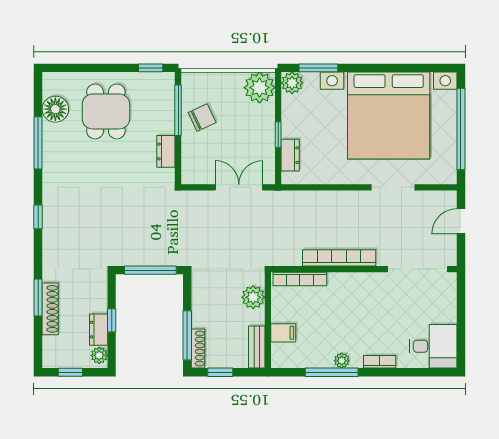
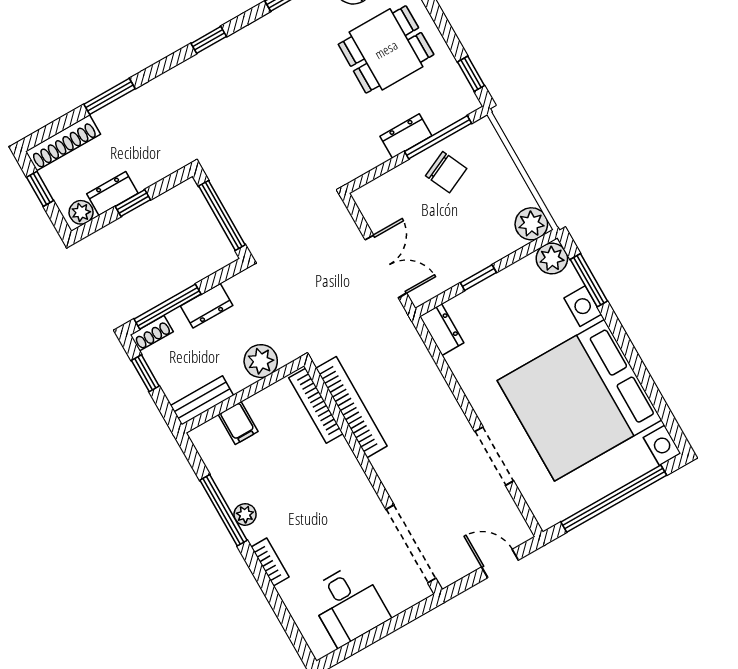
plant: (260, 88) -> (531, 224), width x0.73, depth x0.73
dresser: (166, 151) -> (406, 136), moved
dresser: (290, 155) -> (442, 330), moved, turned -90
bookcase: (339, 258) -> (351, 407), moved
shoe rack: (50, 309) -> (63, 143), moved
dresser: (200, 311) -> (207, 306), added
desk: (433, 346) -> (348, 605), moved
shoe rack: (198, 349) -> (152, 333), width x0.70

